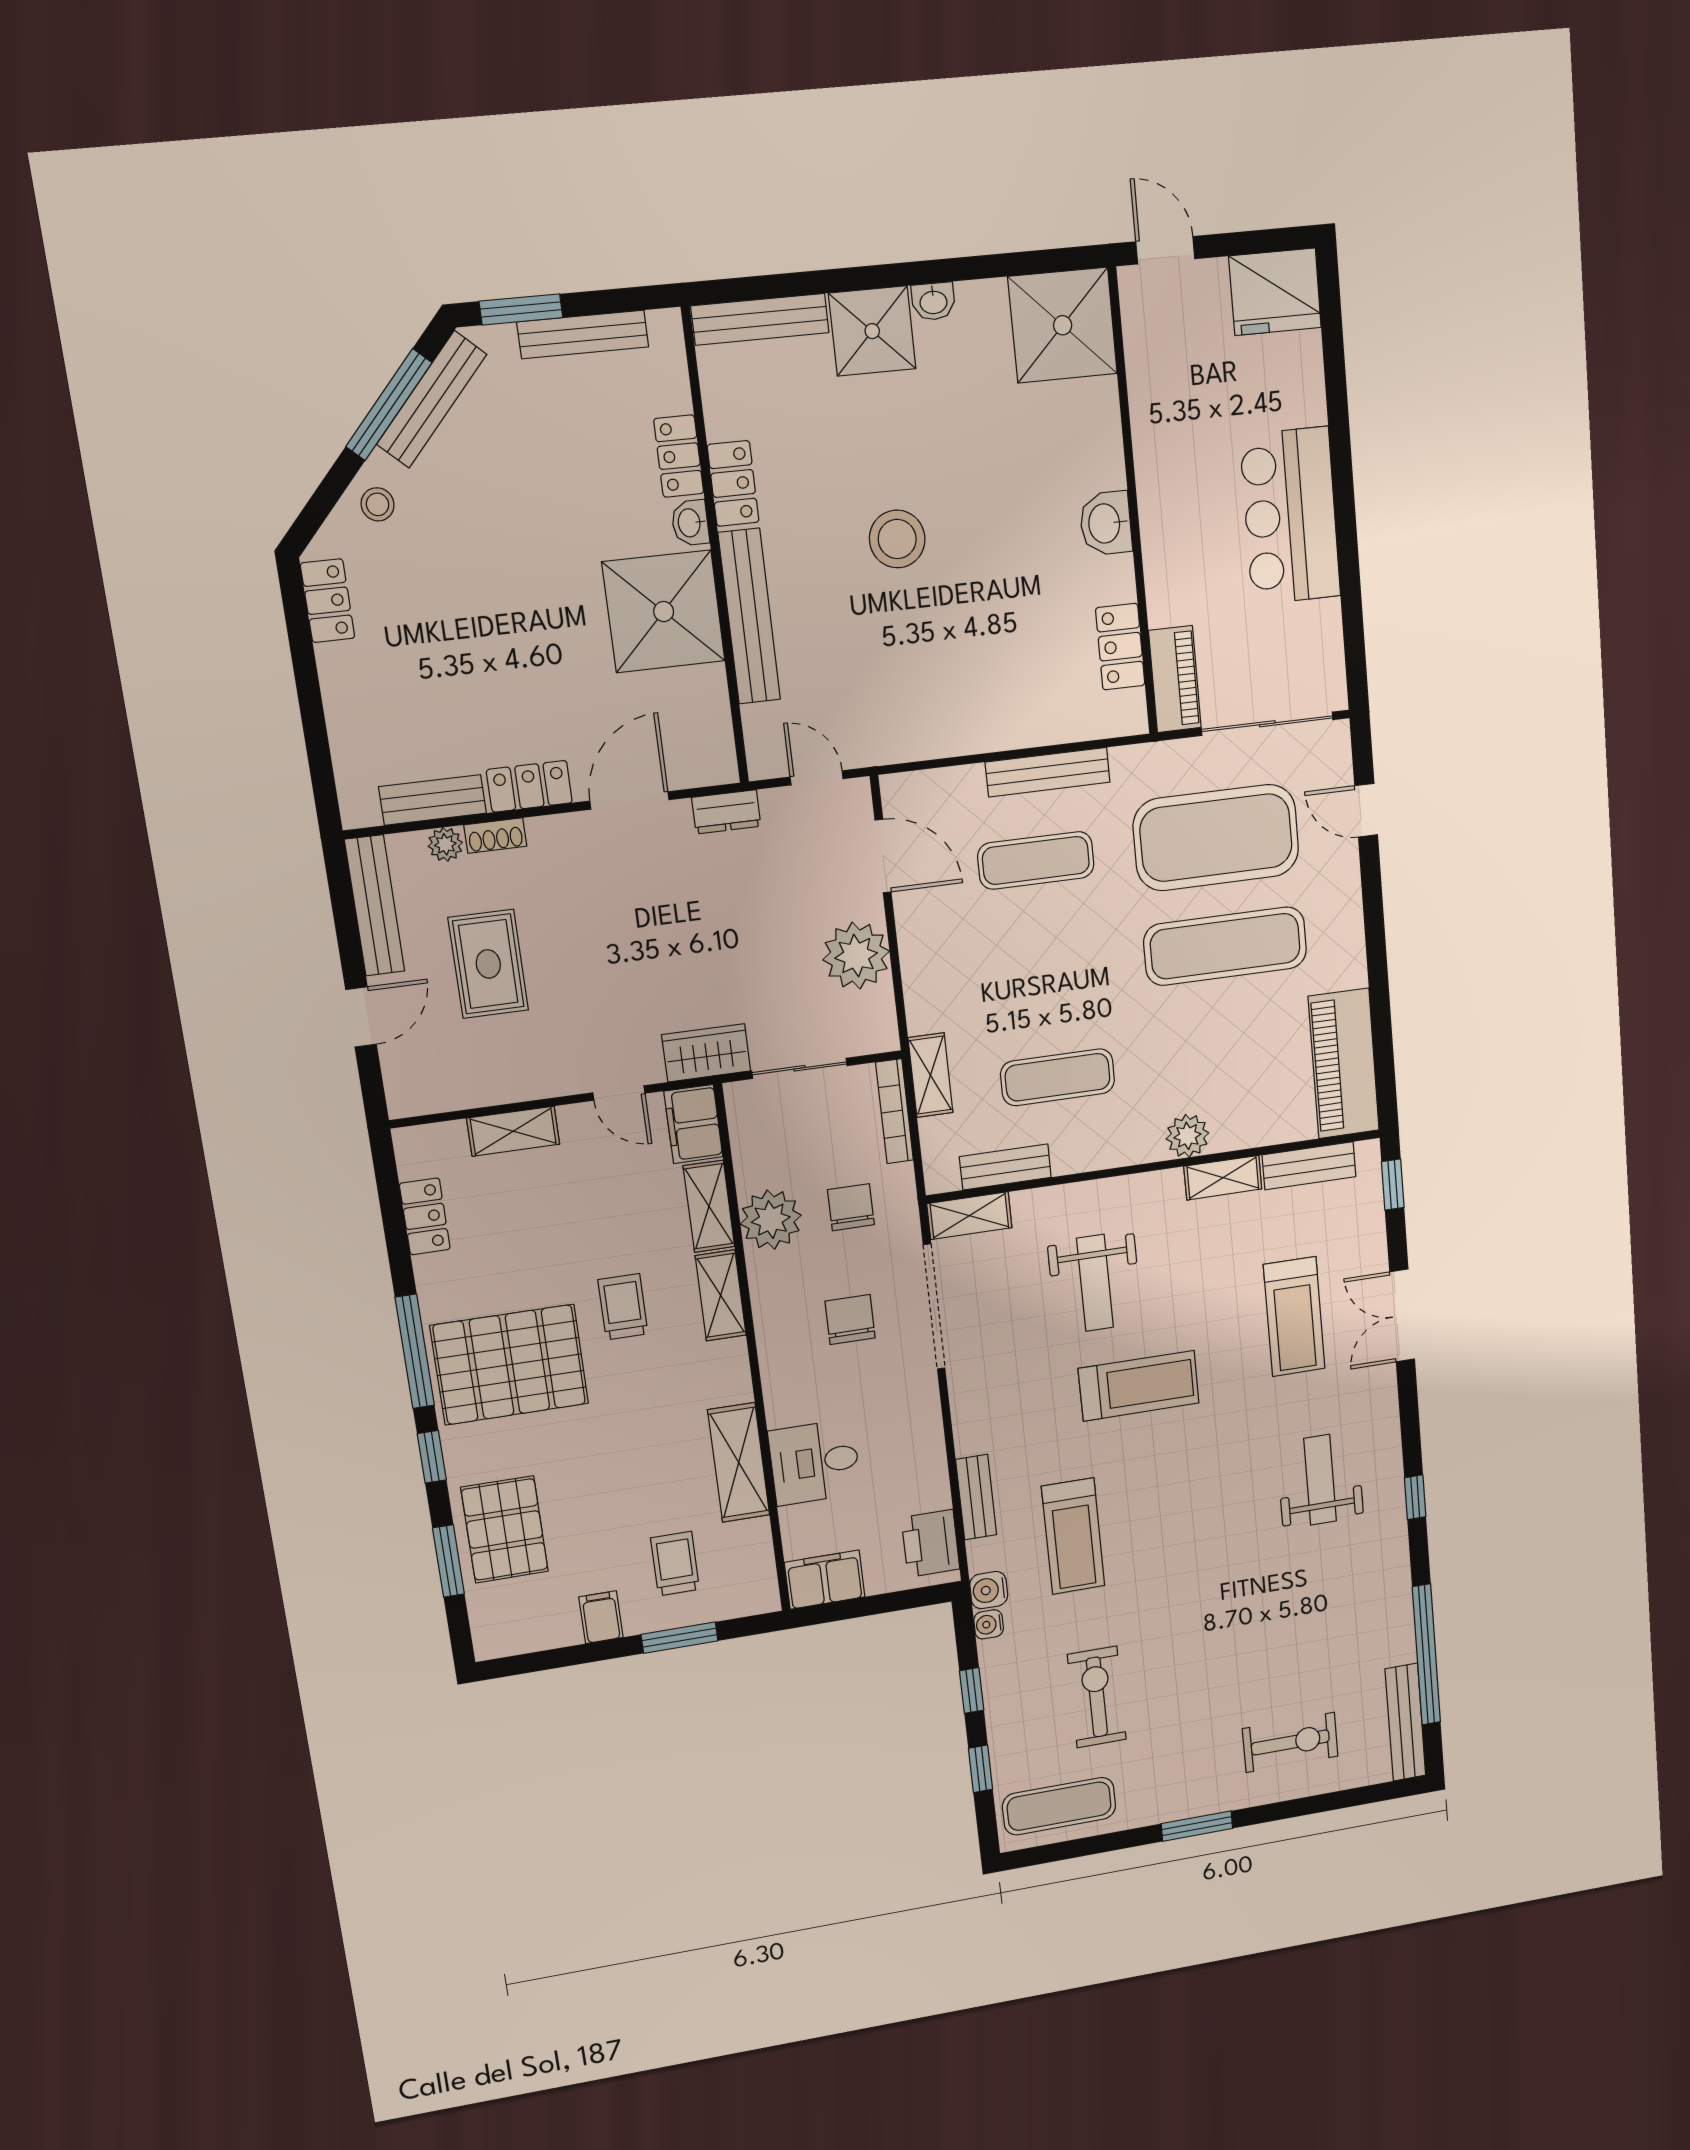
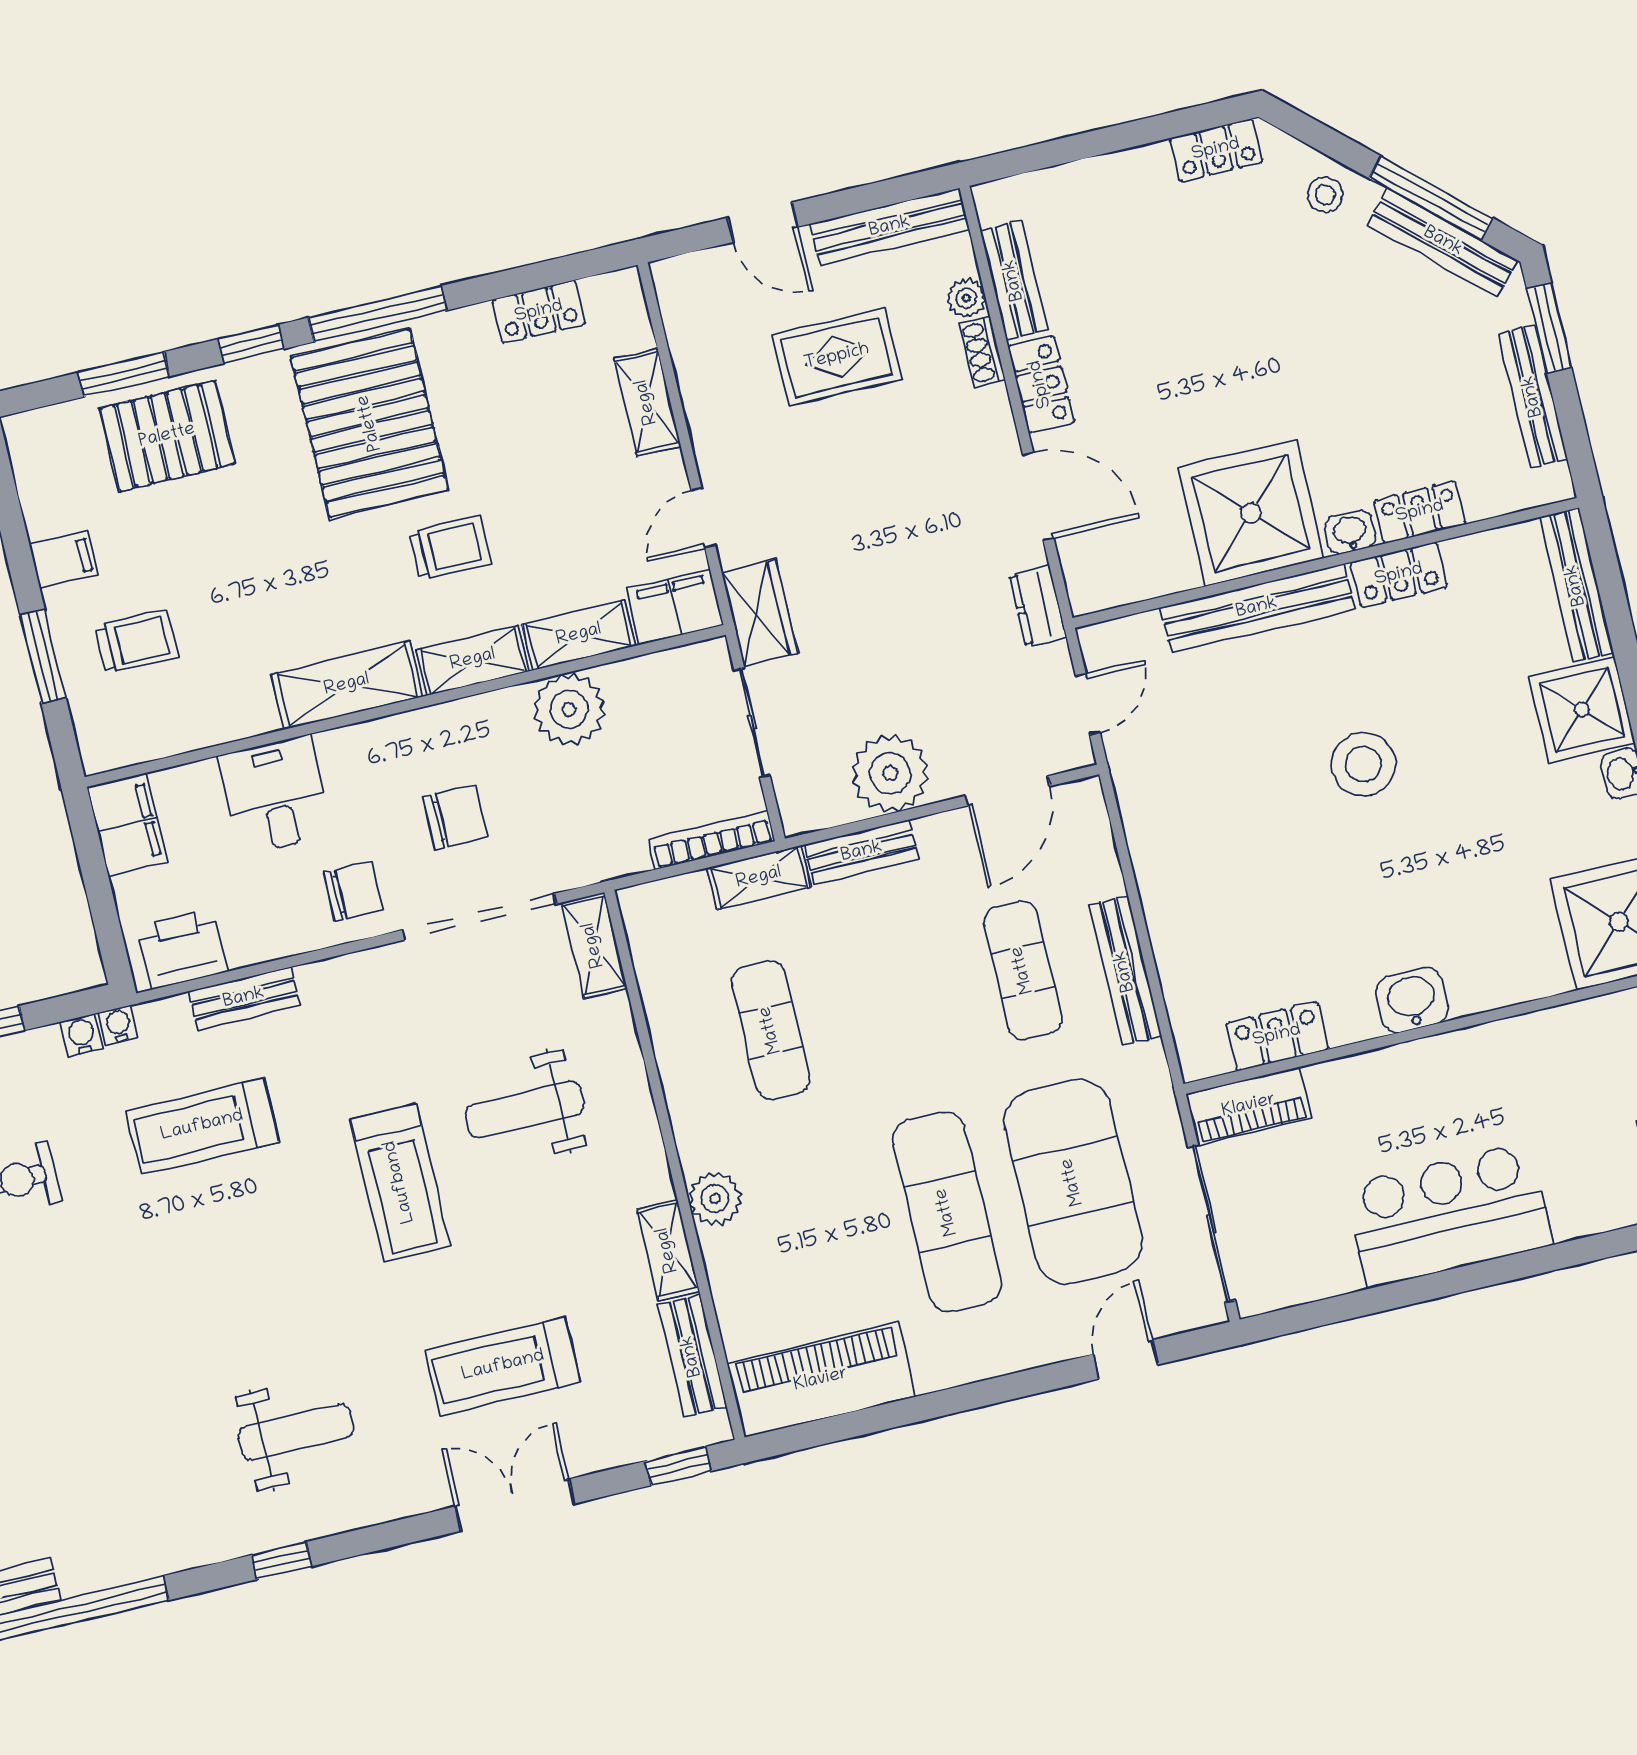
bench: (1005, 1167) -> (862, 852), moved, turned 90
chair: (851, 1207) -> (353, 891), moved
shelving: (739, 1462) -> (347, 685), moved
water cooler: (989, 1590) -> (119, 1025), width x0.72, depth x0.72

